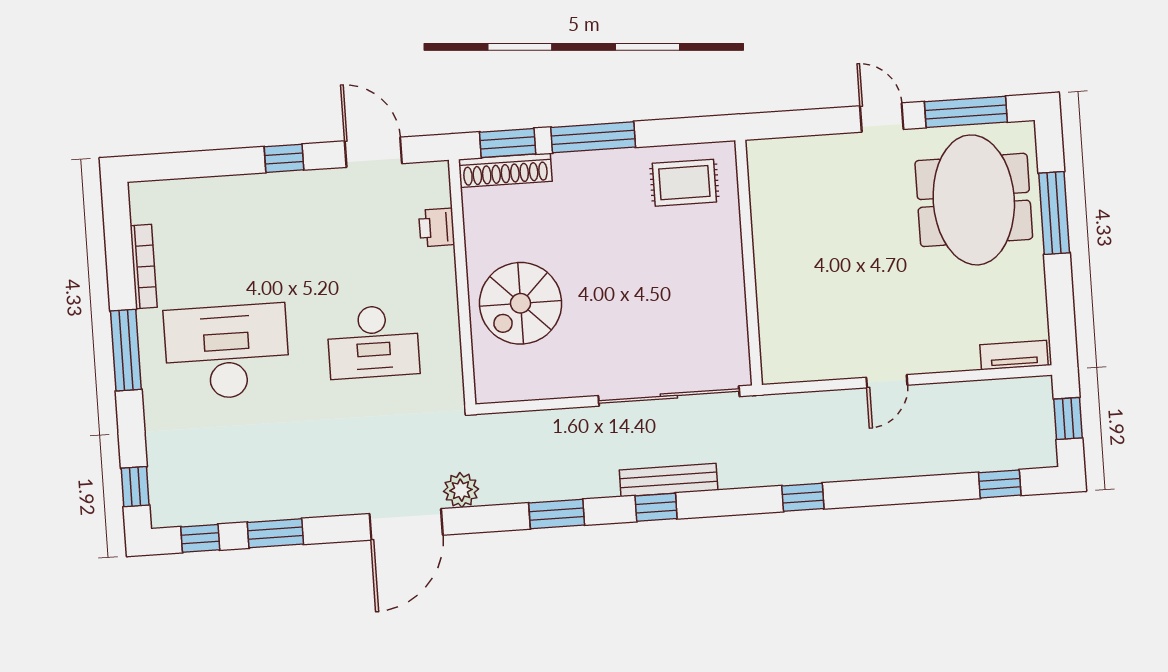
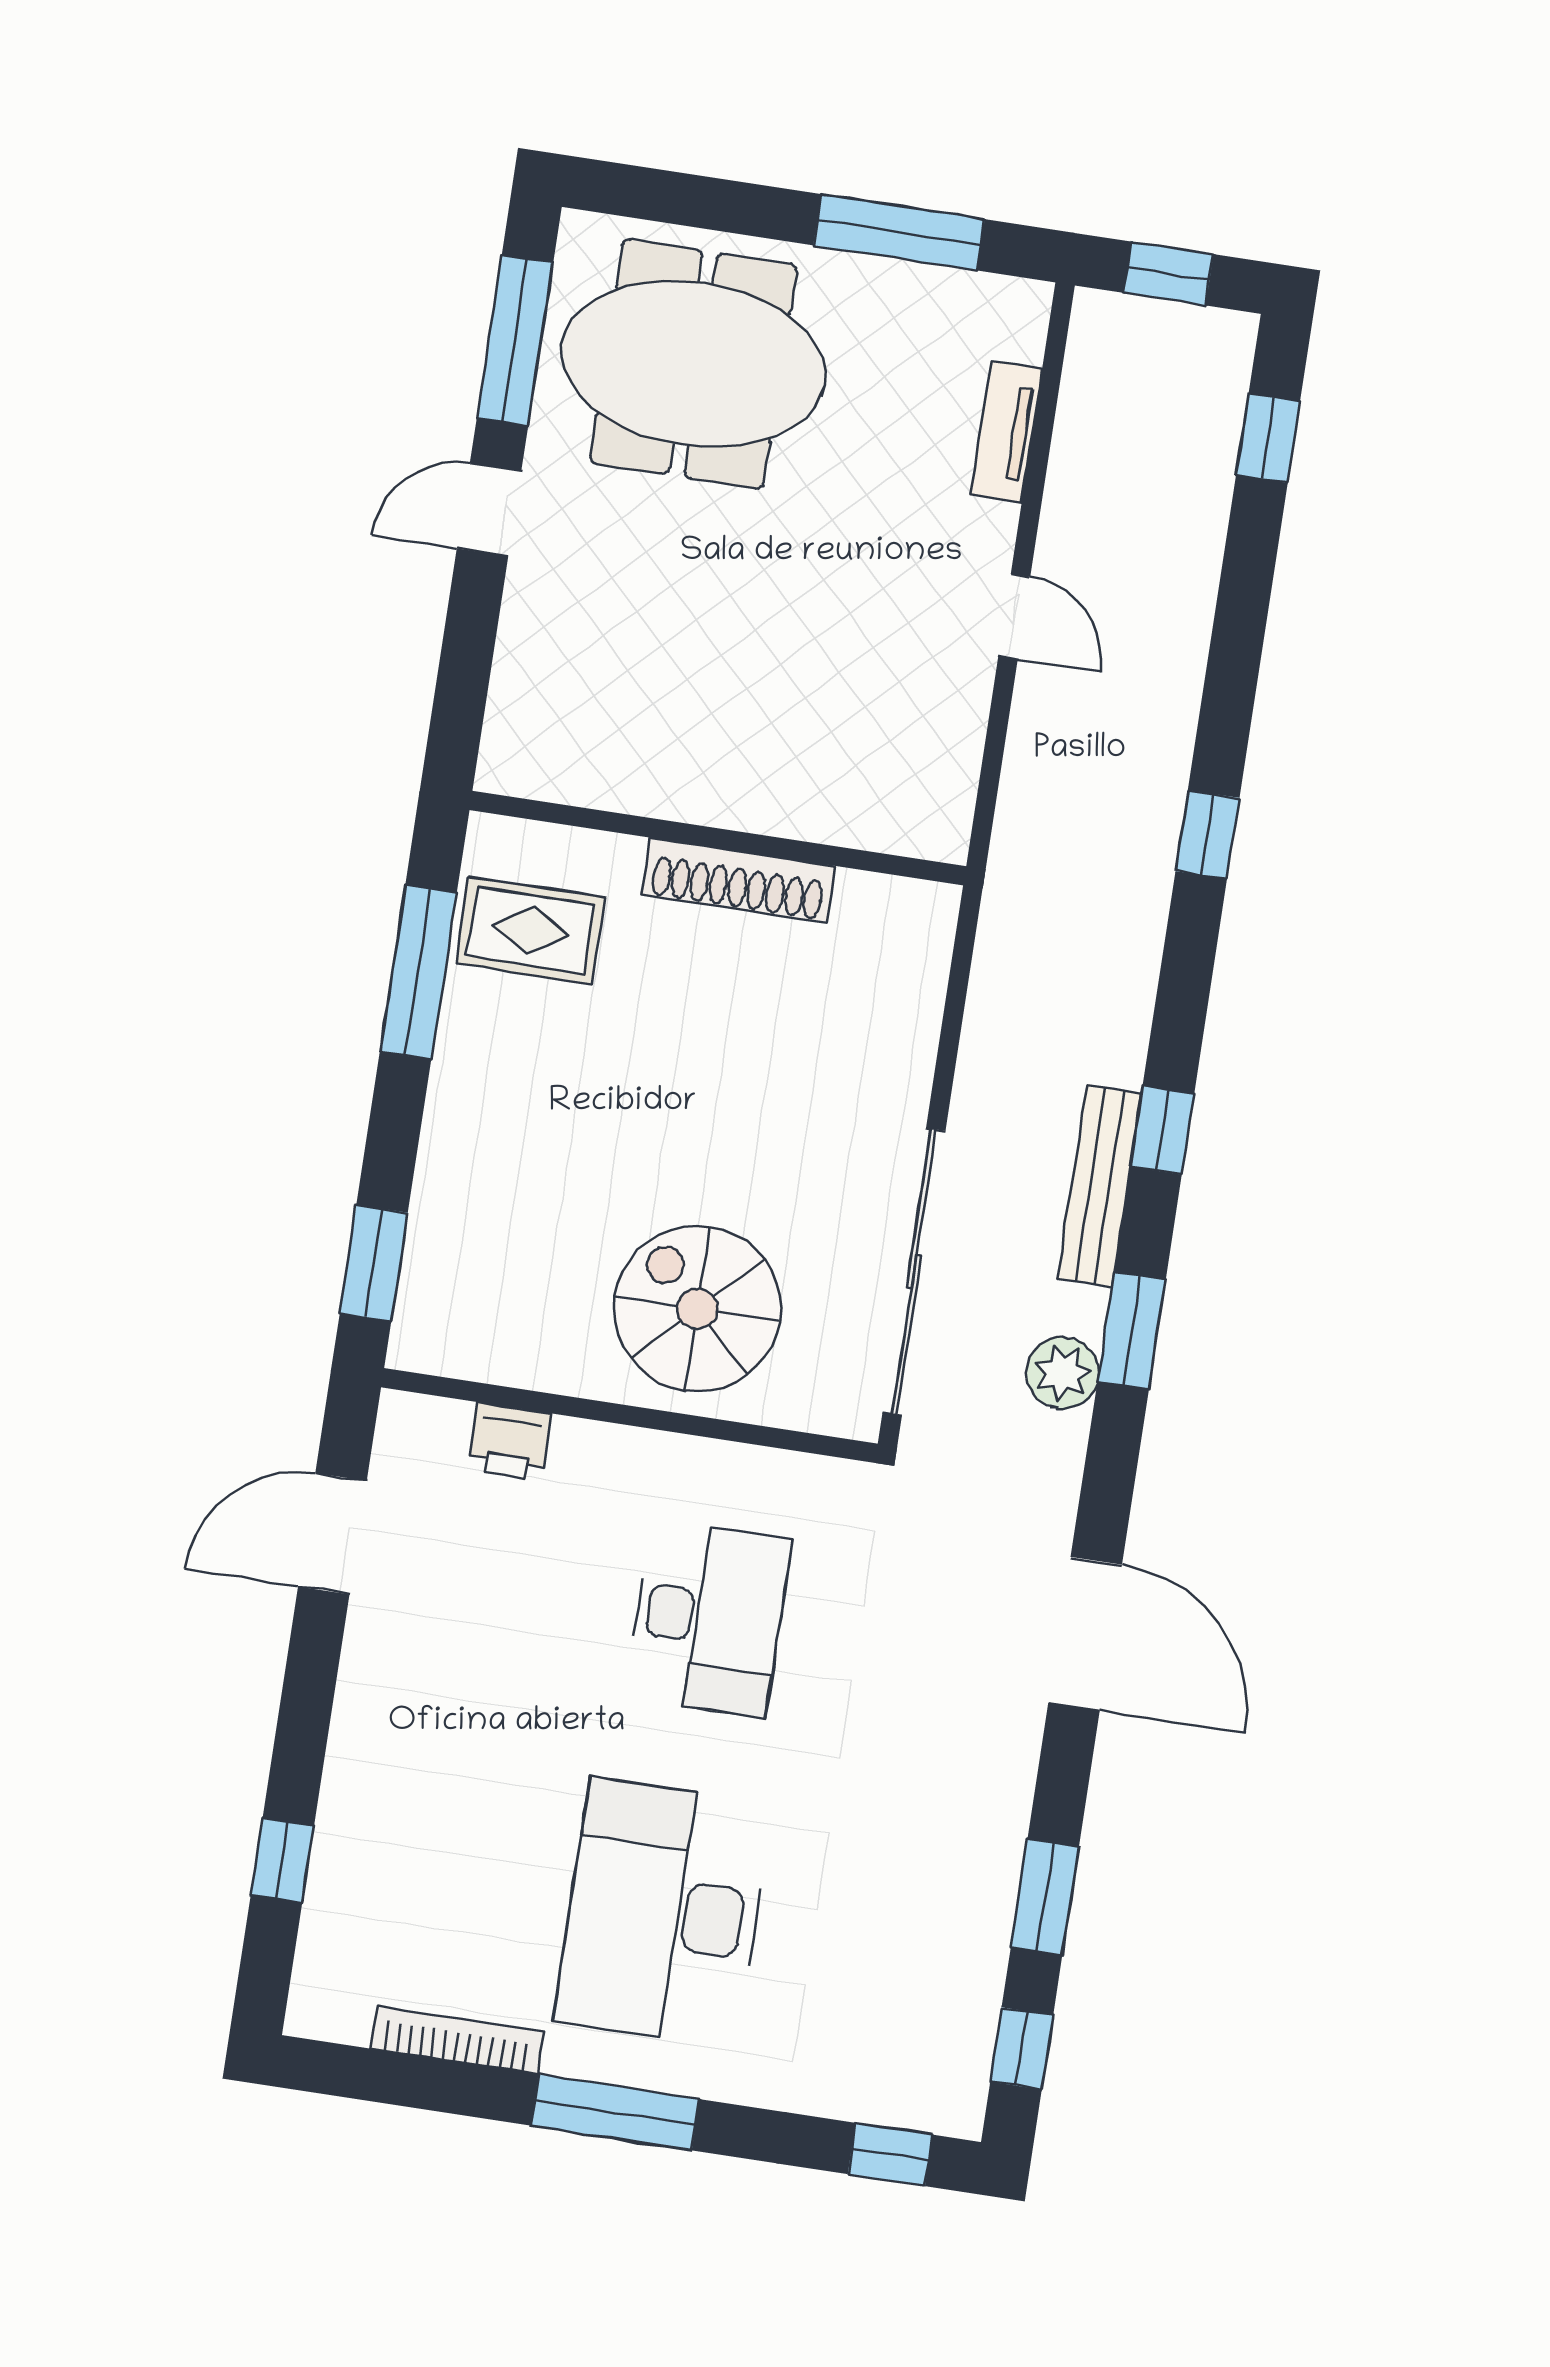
window: (593, 137) -> (418, 972), moved
window: (284, 158) -> (282, 1861), moved
shoe rack: (505, 170) -> (738, 880), moved, turned 90
rug: (684, 183) -> (531, 930), turned 90
window: (1054, 213) -> (899, 232), moved
spiral stairs: (521, 303) -> (697, 1309), turned 180
tv unit: (1014, 355) -> (1007, 432), moved
sliding door: (669, 396) -> (914, 1272), moved
bench: (669, 480) -> (1100, 1186), moved
plant: (461, 490) -> (1062, 1373), moved

